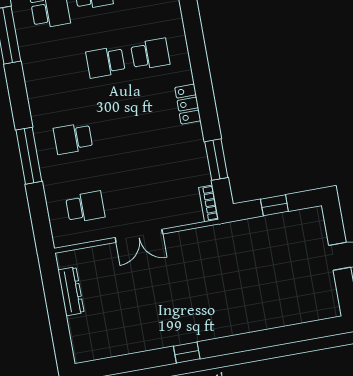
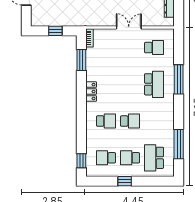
school desk: (150, 54) -> (106, 121), turned 180
school desk: (73, 138) -> (154, 84), width x1.85
school desk: (85, 207) -> (154, 48), turned 180

